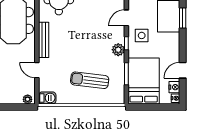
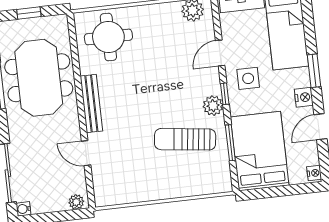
window: (183, 18) -> (314, 71), moved
sun lounger: (90, 80) -> (185, 139), moved
nightstand: (174, 87) -> (304, 97), moved
barbecue: (47, 98) -> (108, 196), removed

